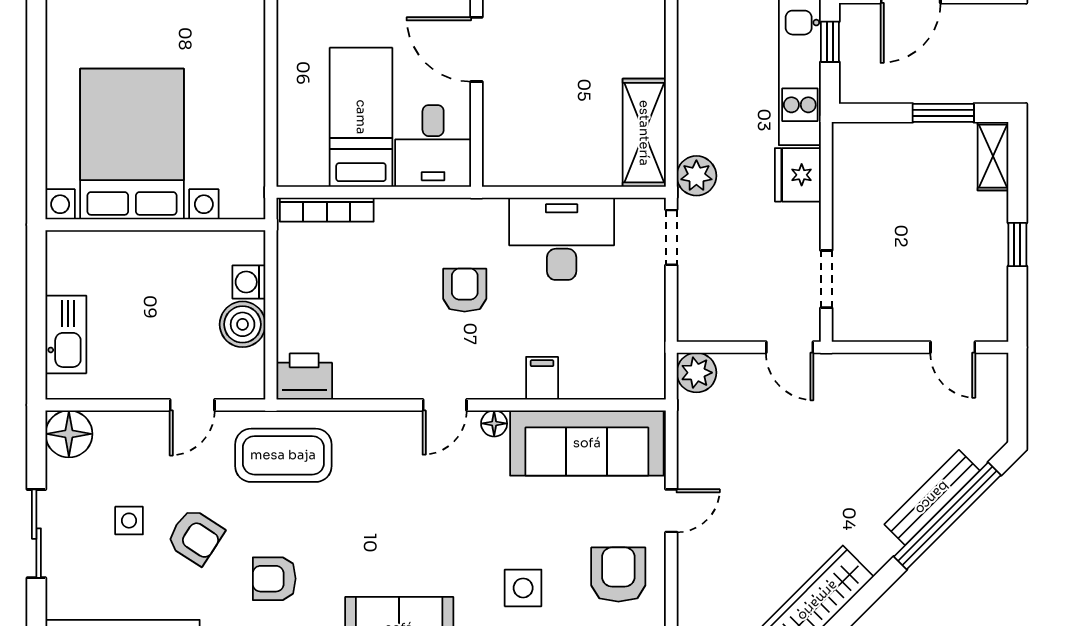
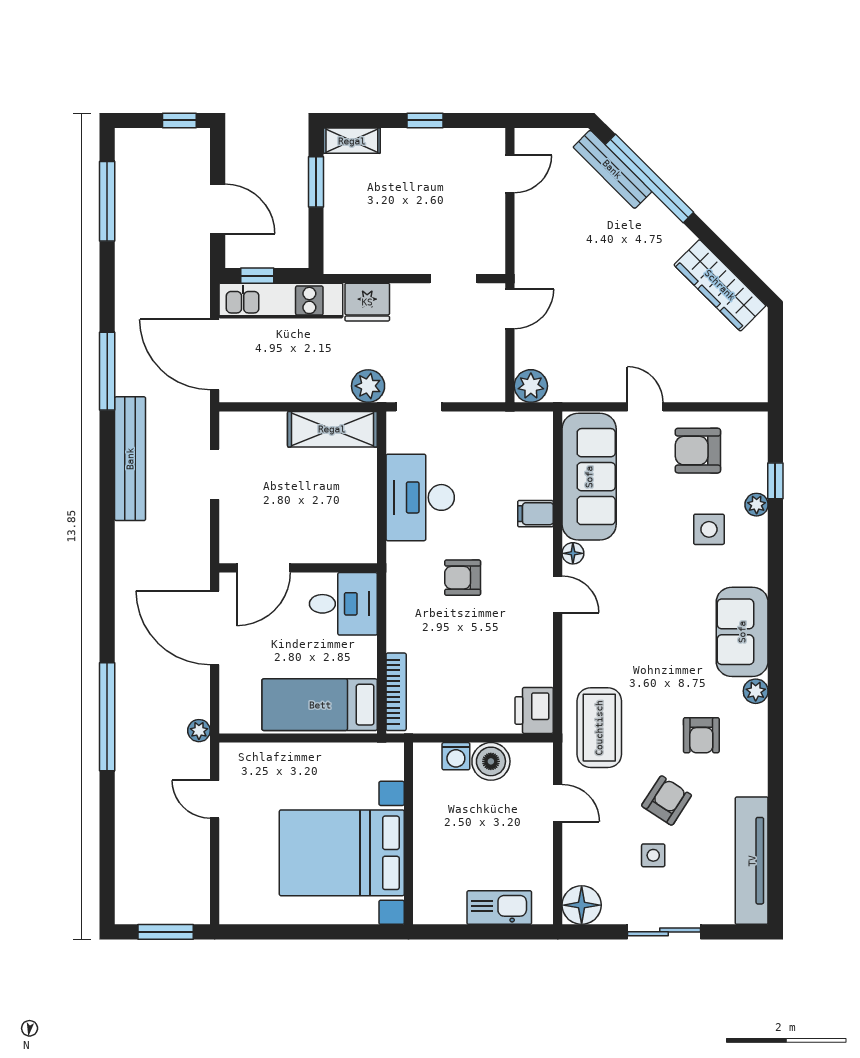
bed: (361, 117) -> (320, 705), moved
bench: (932, 498) -> (612, 169), moved

